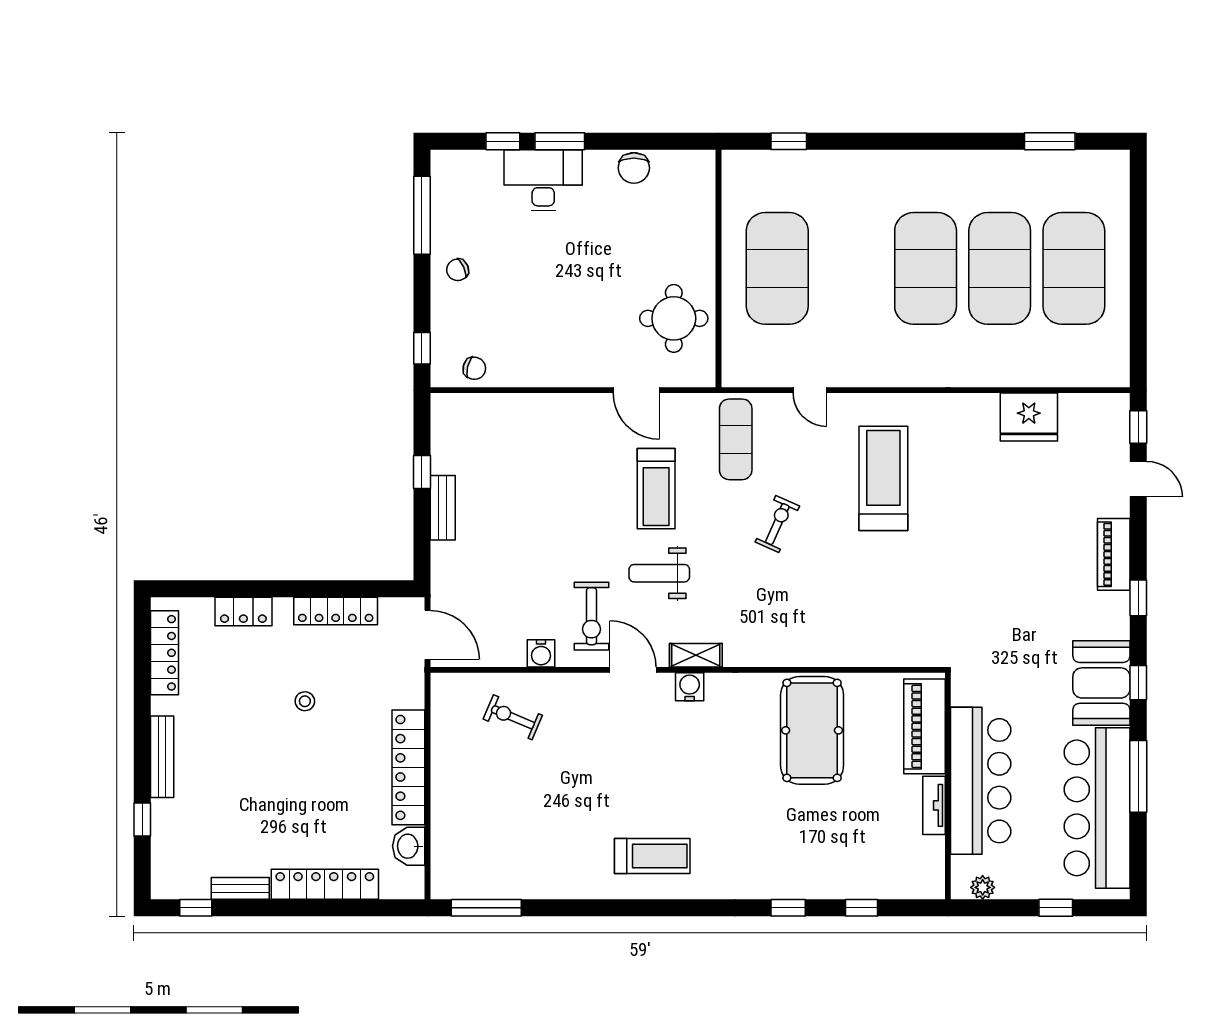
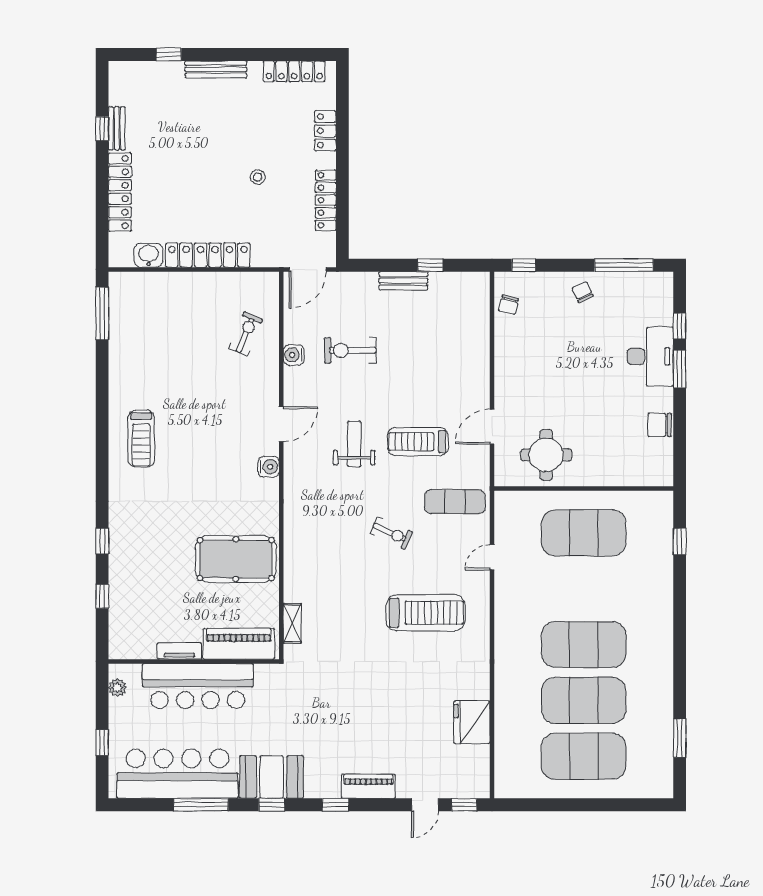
exercise bike: (591, 616) -> (350, 350), moved
shelving: (696, 655) -> (292, 623), moved
window: (196, 908) -> (102, 129), moved

